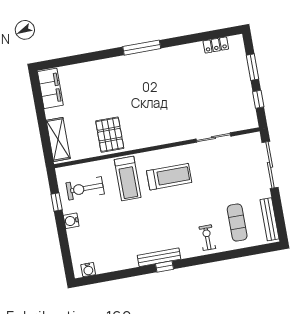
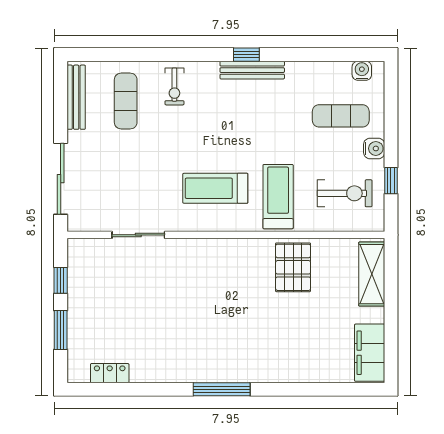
exercise mat: (97, 238) -> (341, 116), added

